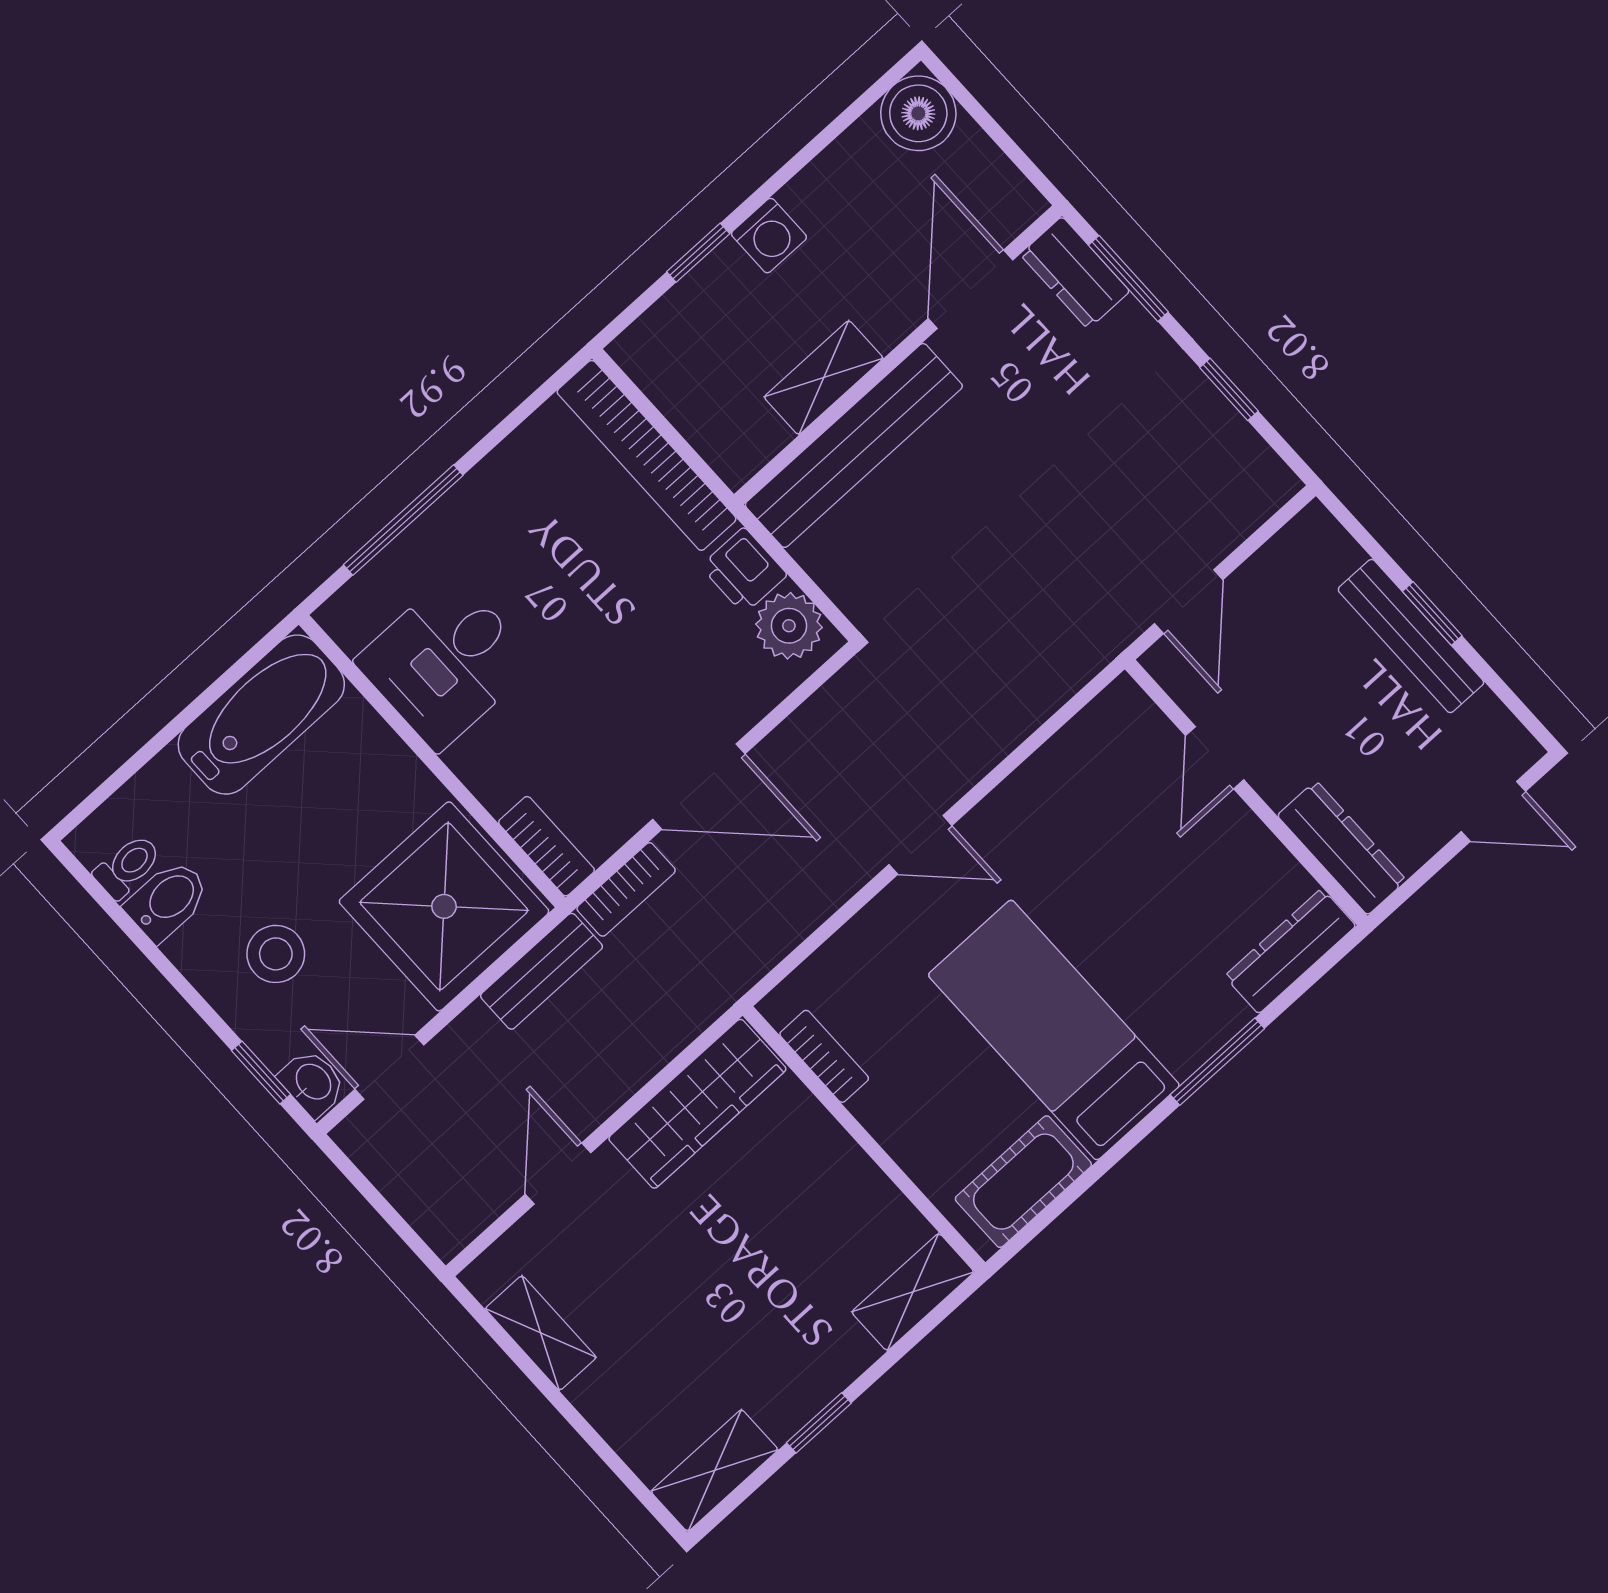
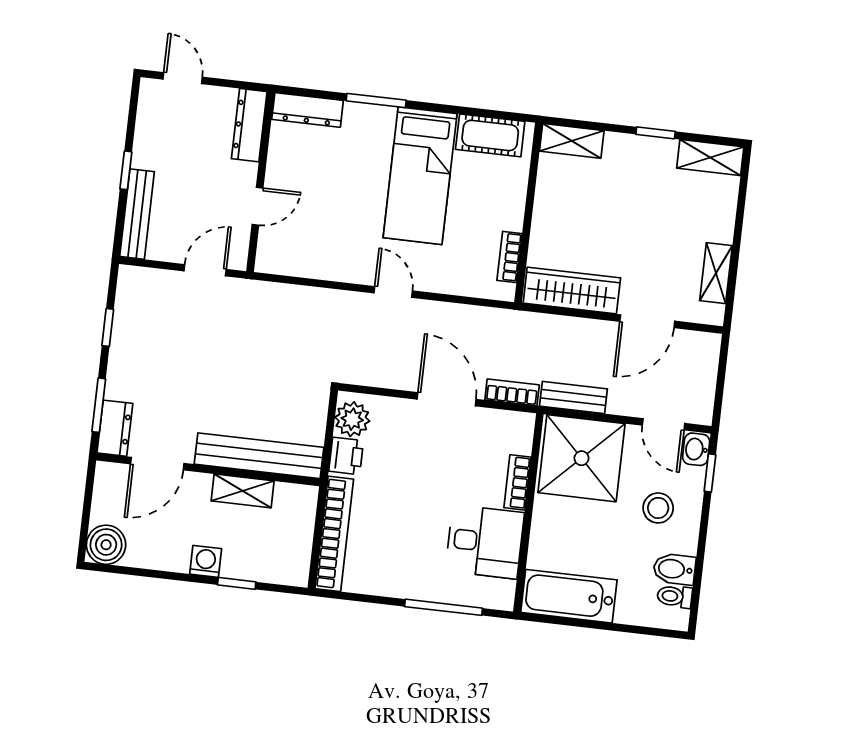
bench: (1411, 636) -> (137, 214), moved
bookcase: (546, 846) -> (517, 482), moved
door: (558, 1173) -> (647, 321), width x1.38

